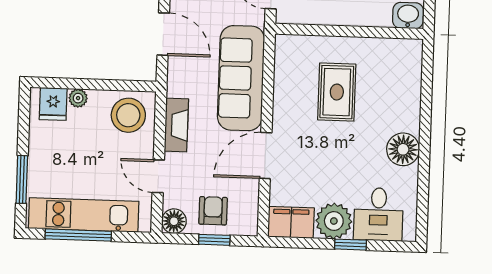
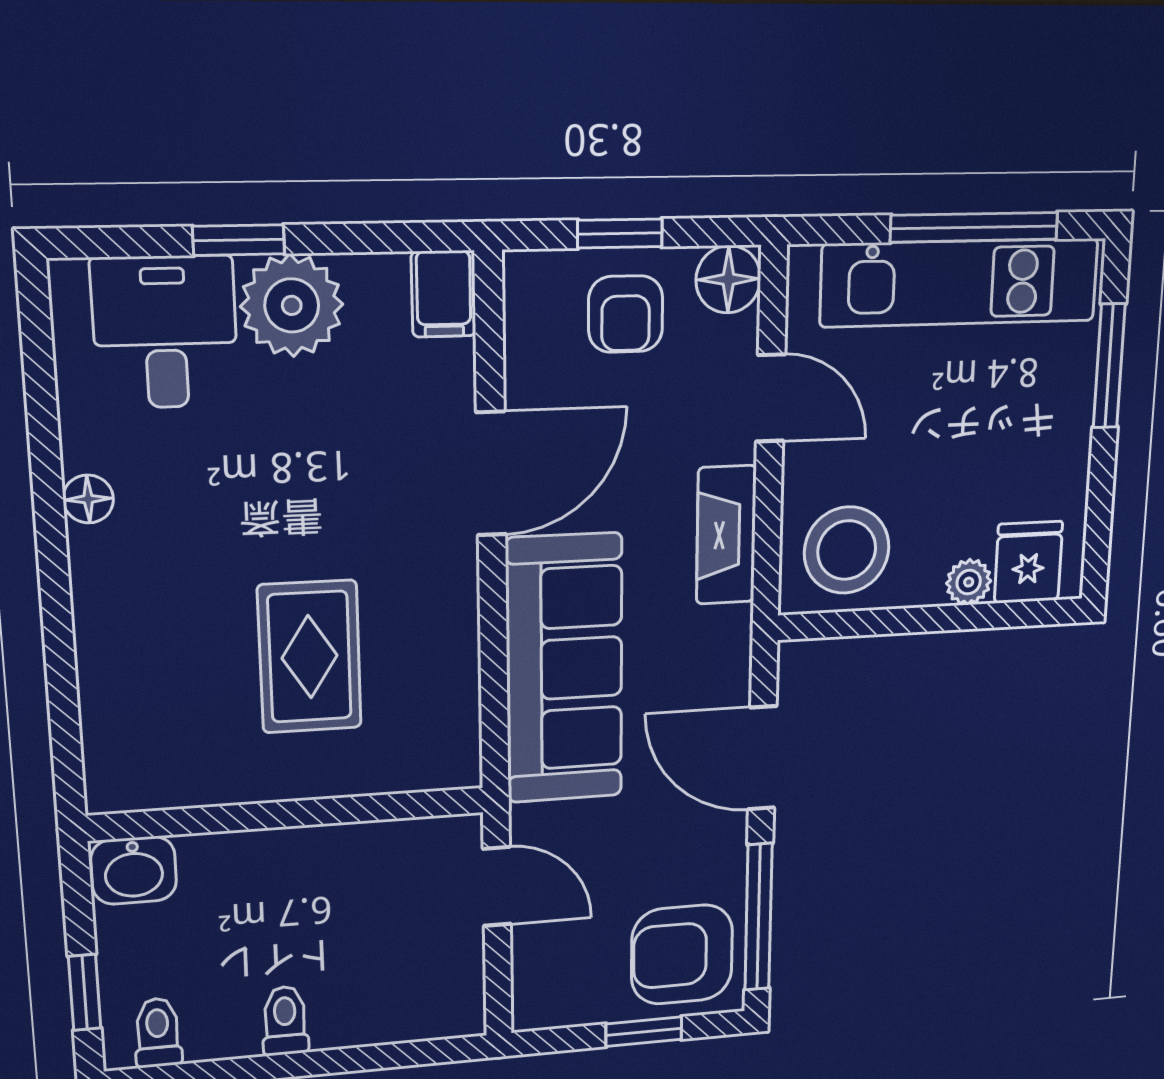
floor lamp: (403, 149) -> (88, 499), width x0.53, depth x0.53
filing cabinet: (291, 222) -> (444, 294), width x0.50

